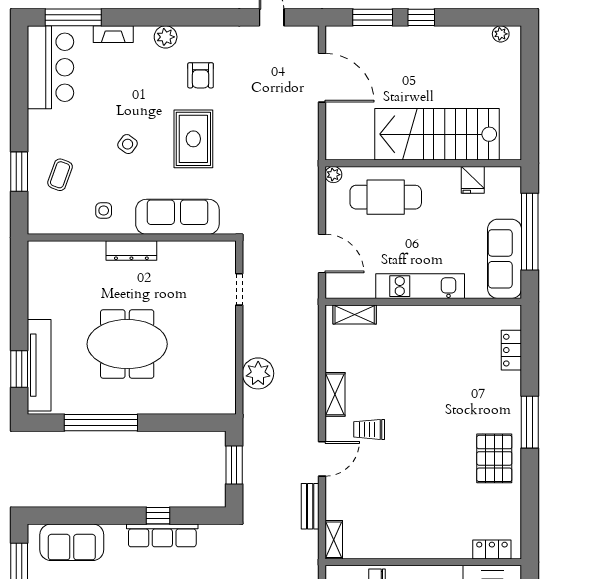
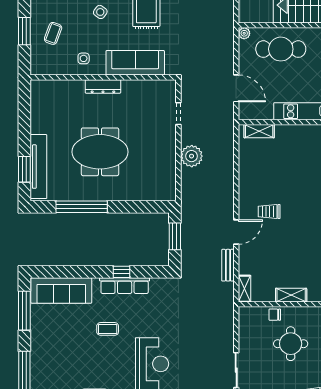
plant: (258, 373) -> (192, 156), moved
shelving: (335, 394) -> (291, 295), moved, turned 90
sofa: (72, 542) -> (61, 290), width x1.36

